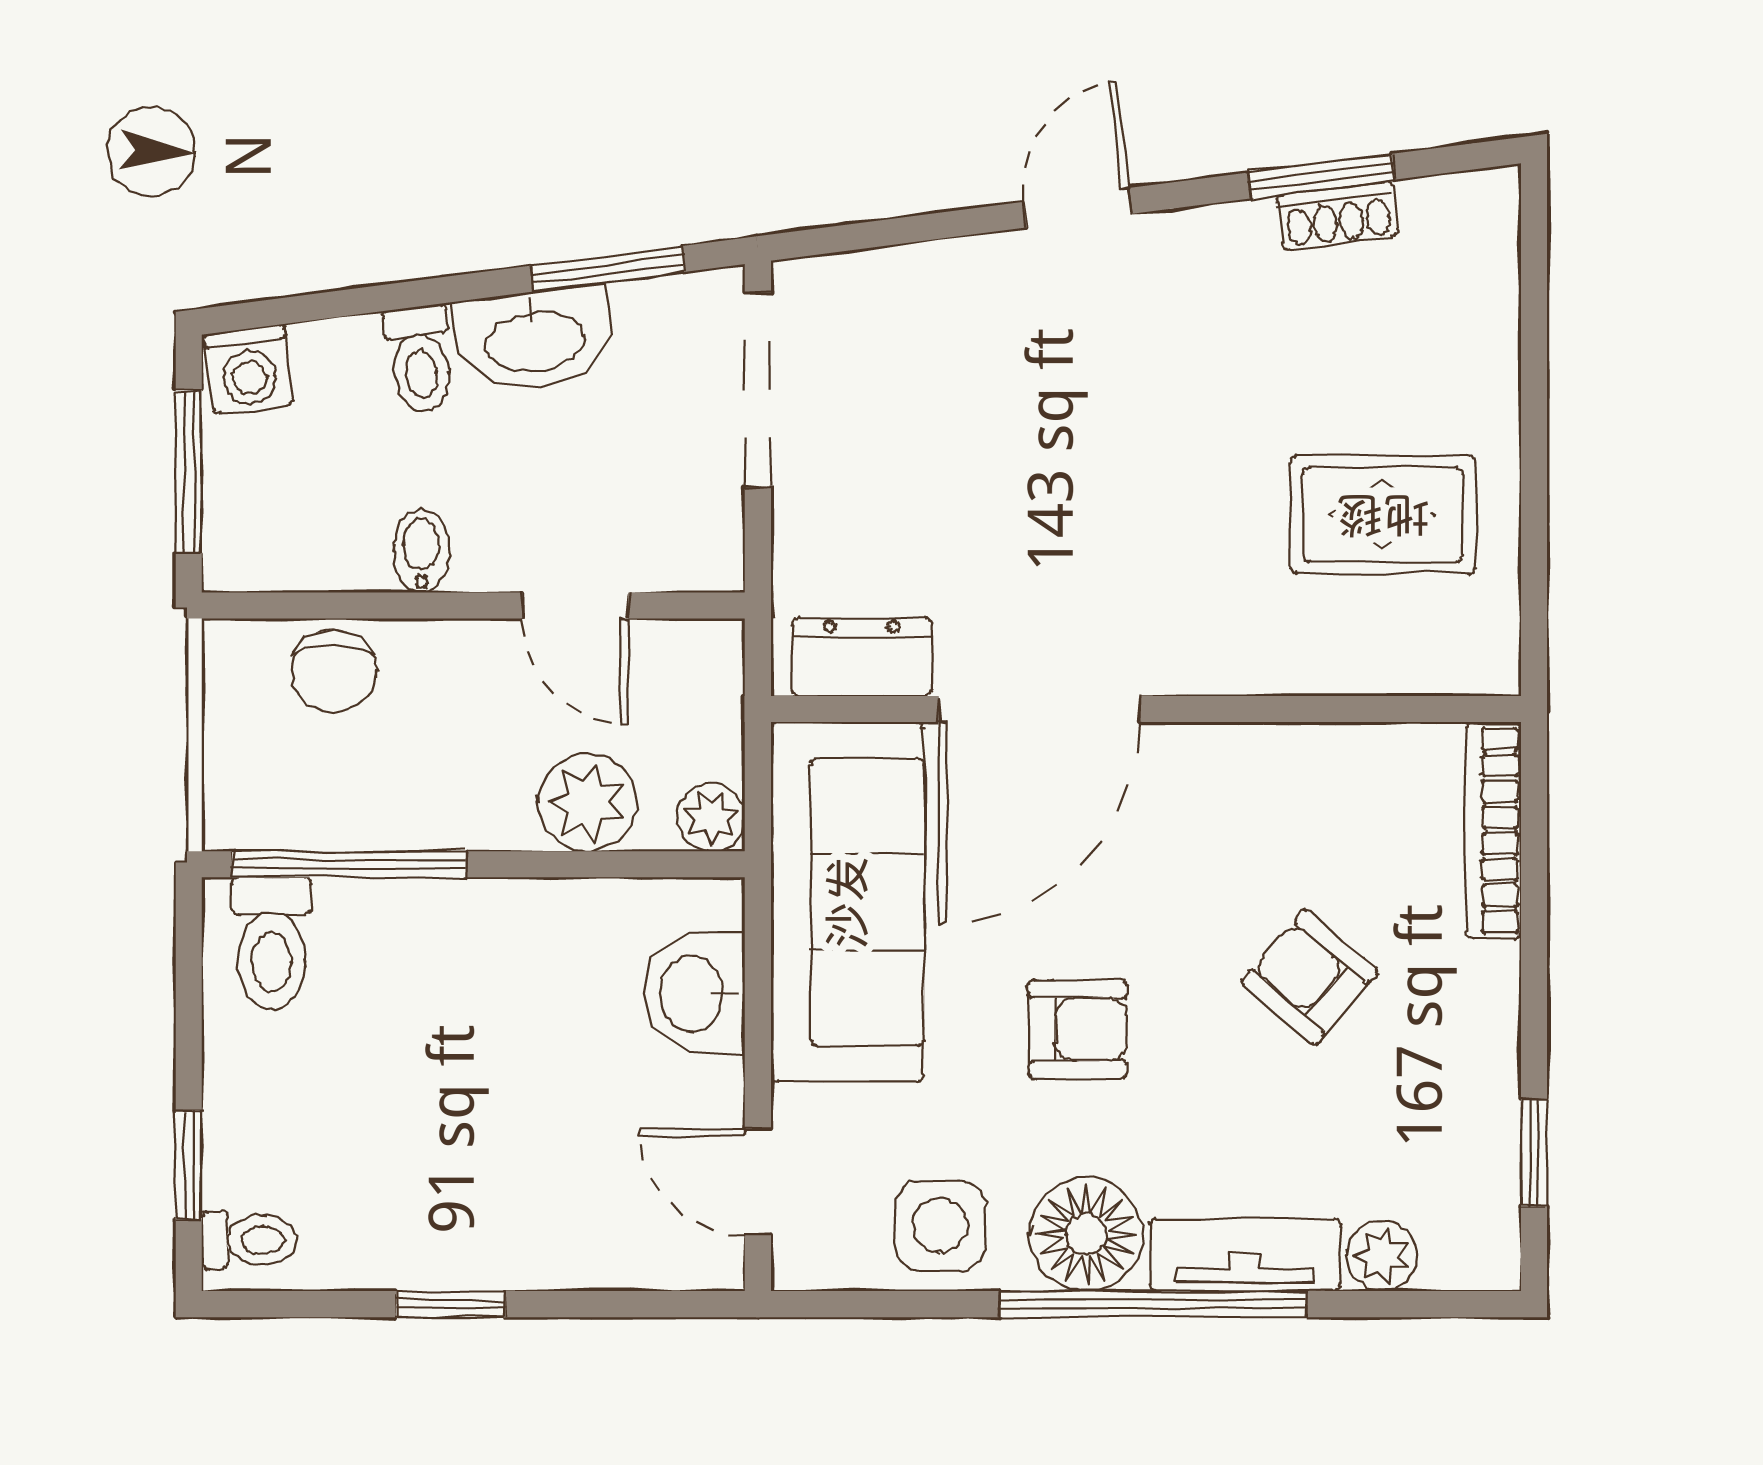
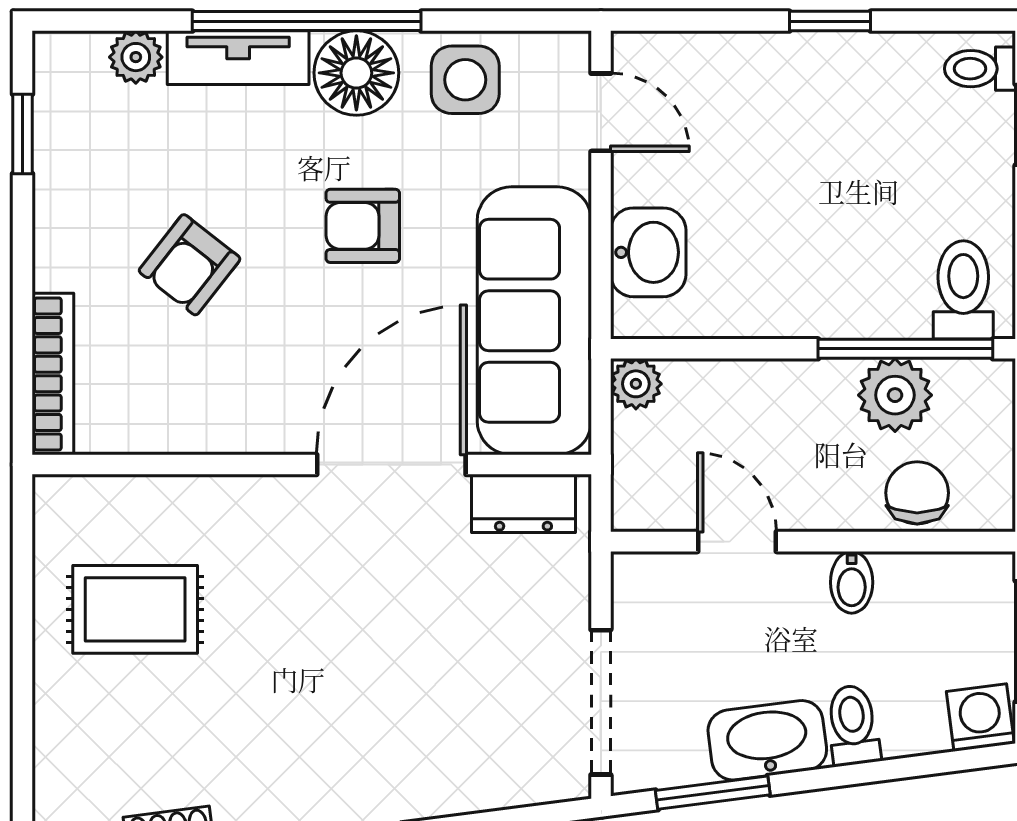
plant: (588, 802) -> (895, 395), moved
armchair: (1310, 977) -> (190, 265), turned 87

